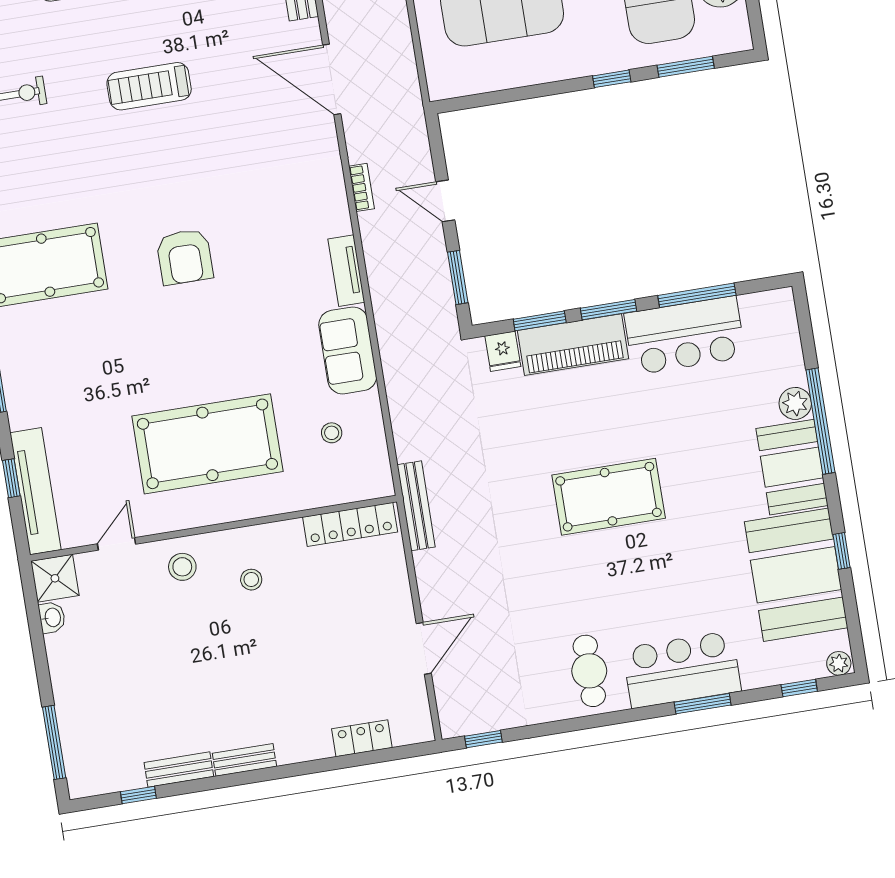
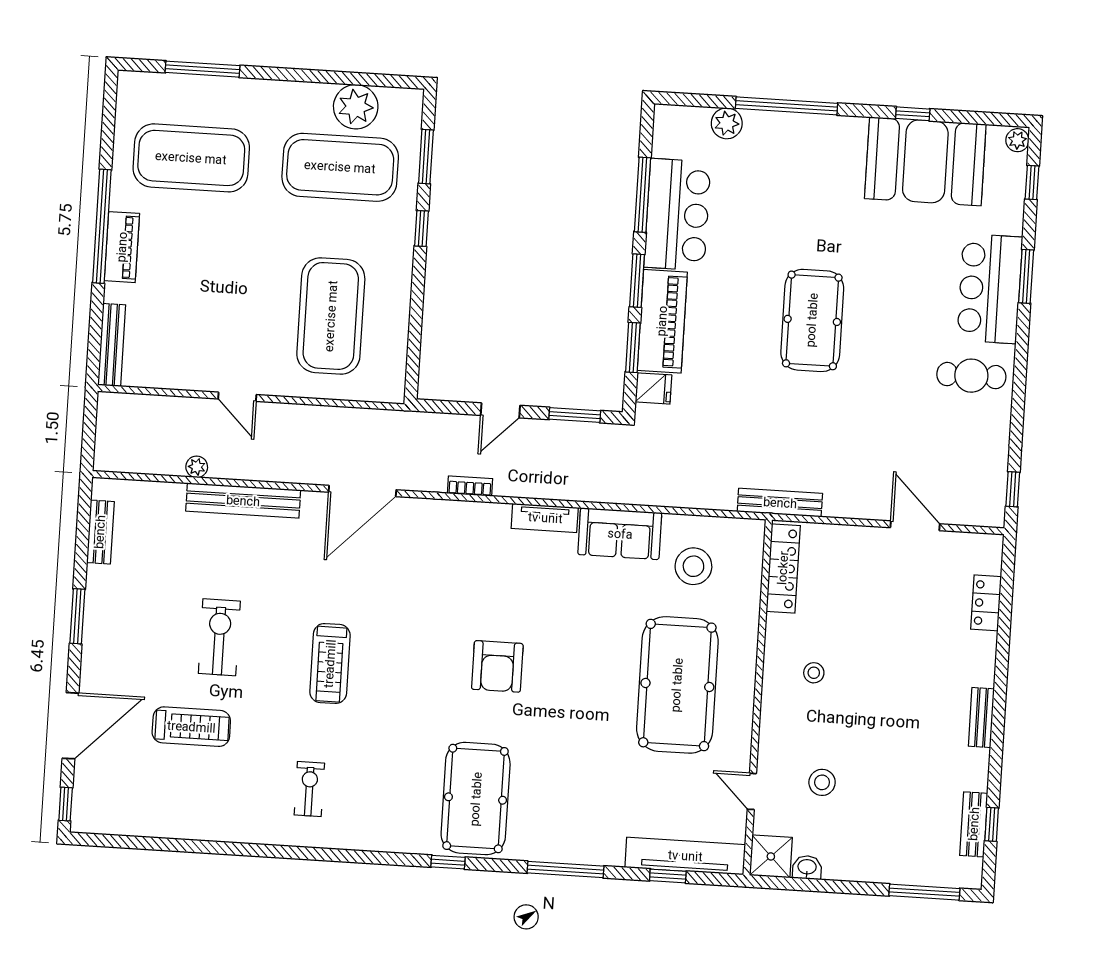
armchair: (185, 257) -> (497, 666), turned 90
plant: (795, 403) -> (727, 123), moved
stool: (332, 433) -> (693, 566), width x1.89, depth x1.89
booth: (792, 467) -> (824, 142), removed
stool: (182, 567) -> (822, 782), moved
bench: (179, 770) -> (974, 824), moved

